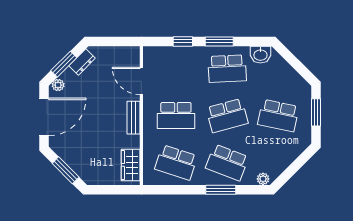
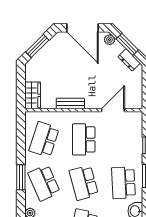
bench: (134, 118) -> (70, 103), moved
school desk: (227, 162) -> (44, 183), turned -45
wardrobe: (131, 165) -> (33, 95), moved, turned 90

